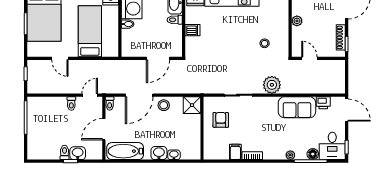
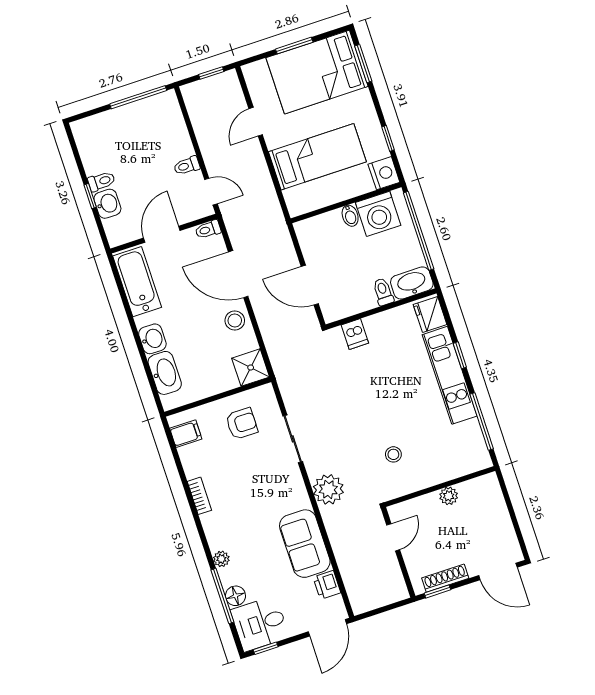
dishwasher: (192, 30) -> (355, 334), moved
door: (104, 129) -> (162, 234), hinge flipped
filing cabinet: (235, 152) -> (186, 434), moved
washbasin: (174, 155) -> (165, 373), width x1.91, depth x1.45

